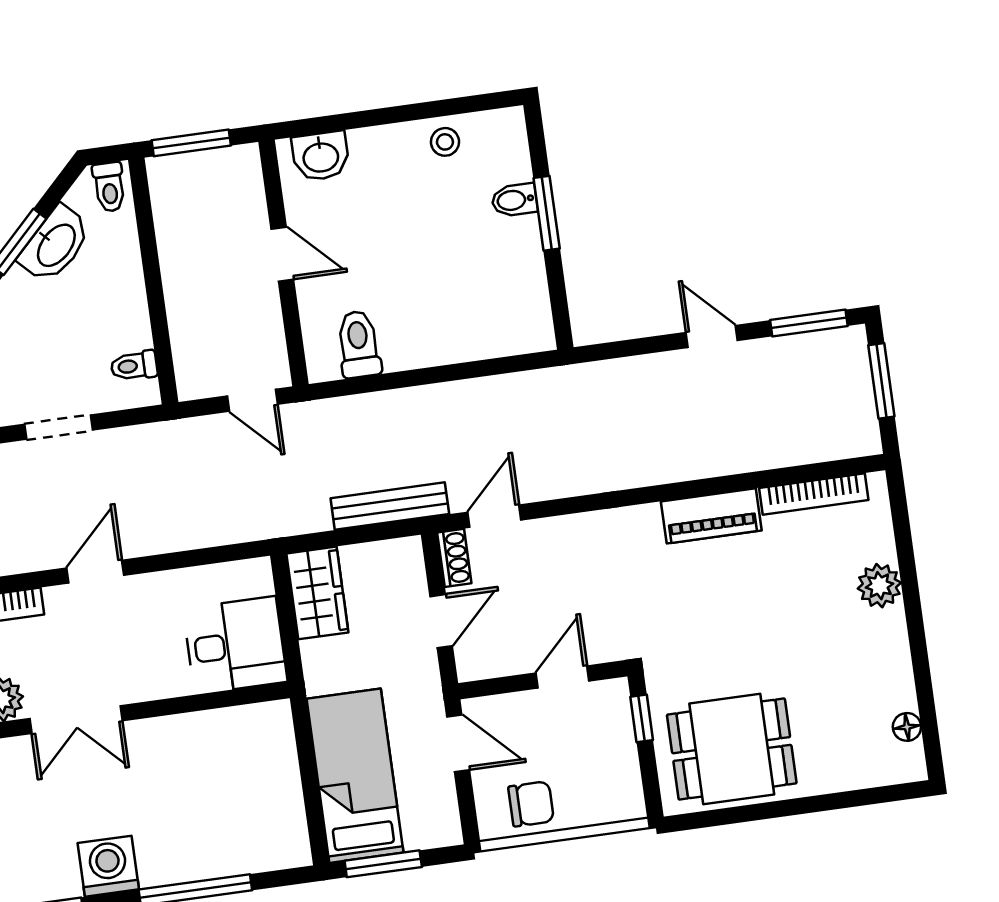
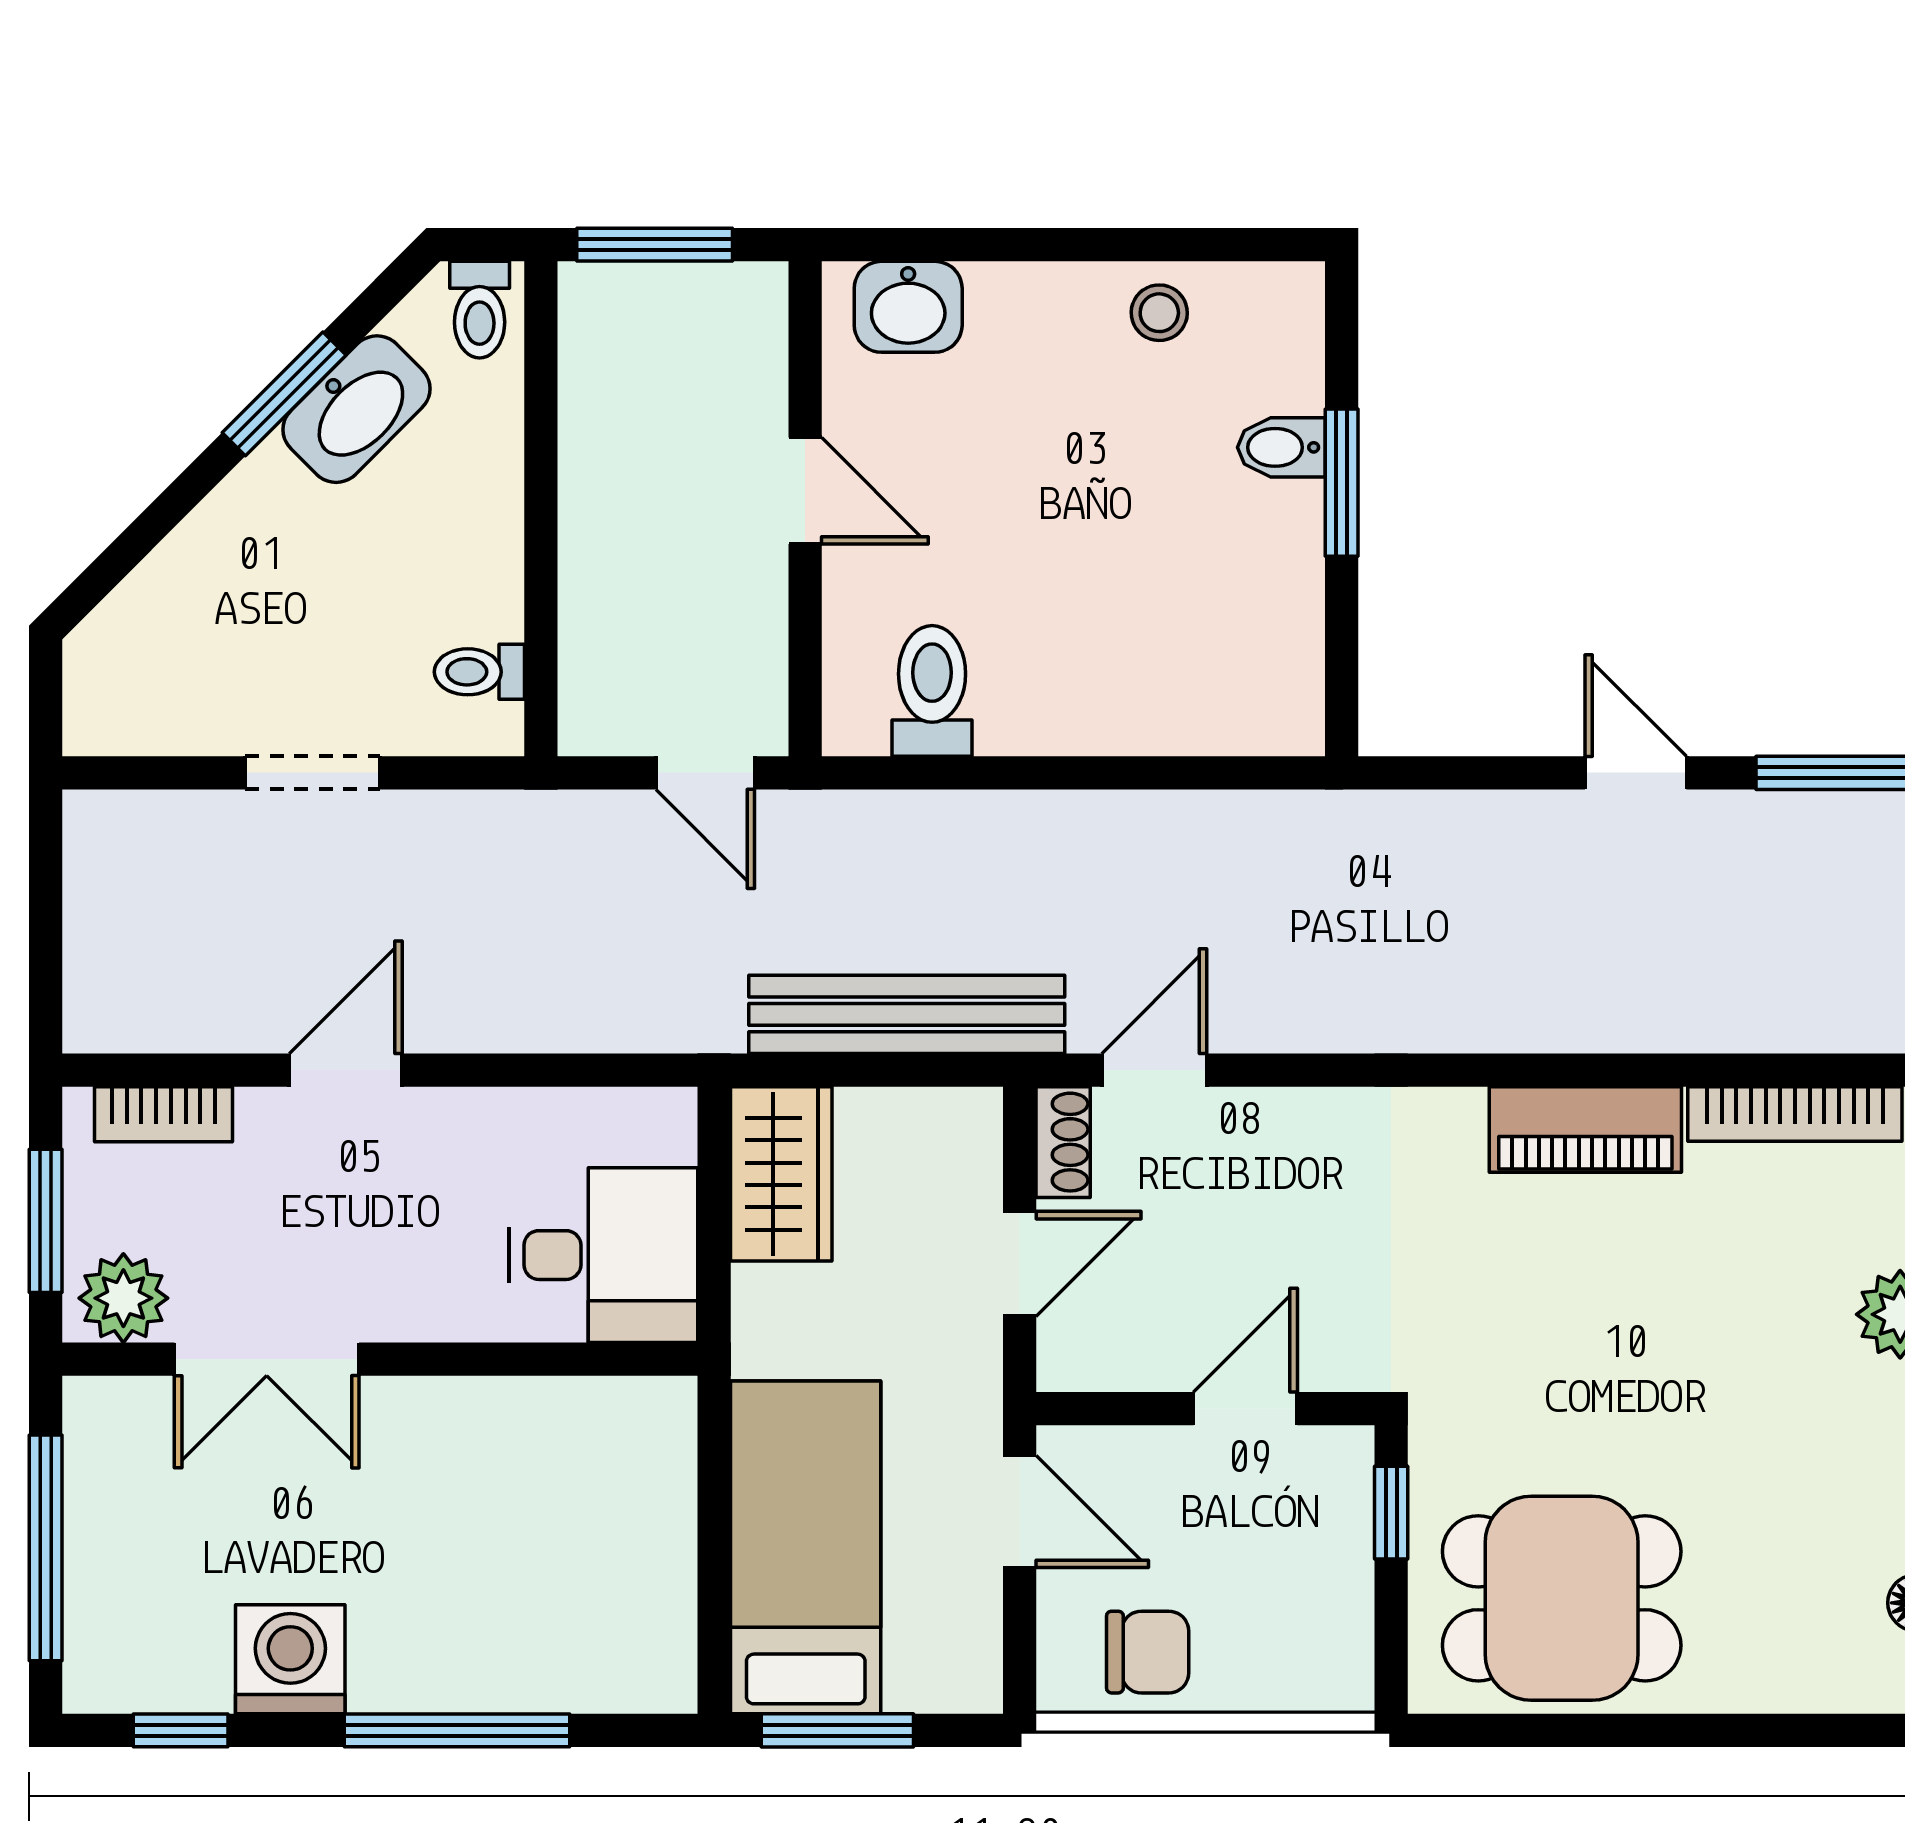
bench: (390, 506) -> (907, 1014), width x1.37, depth x1.21

